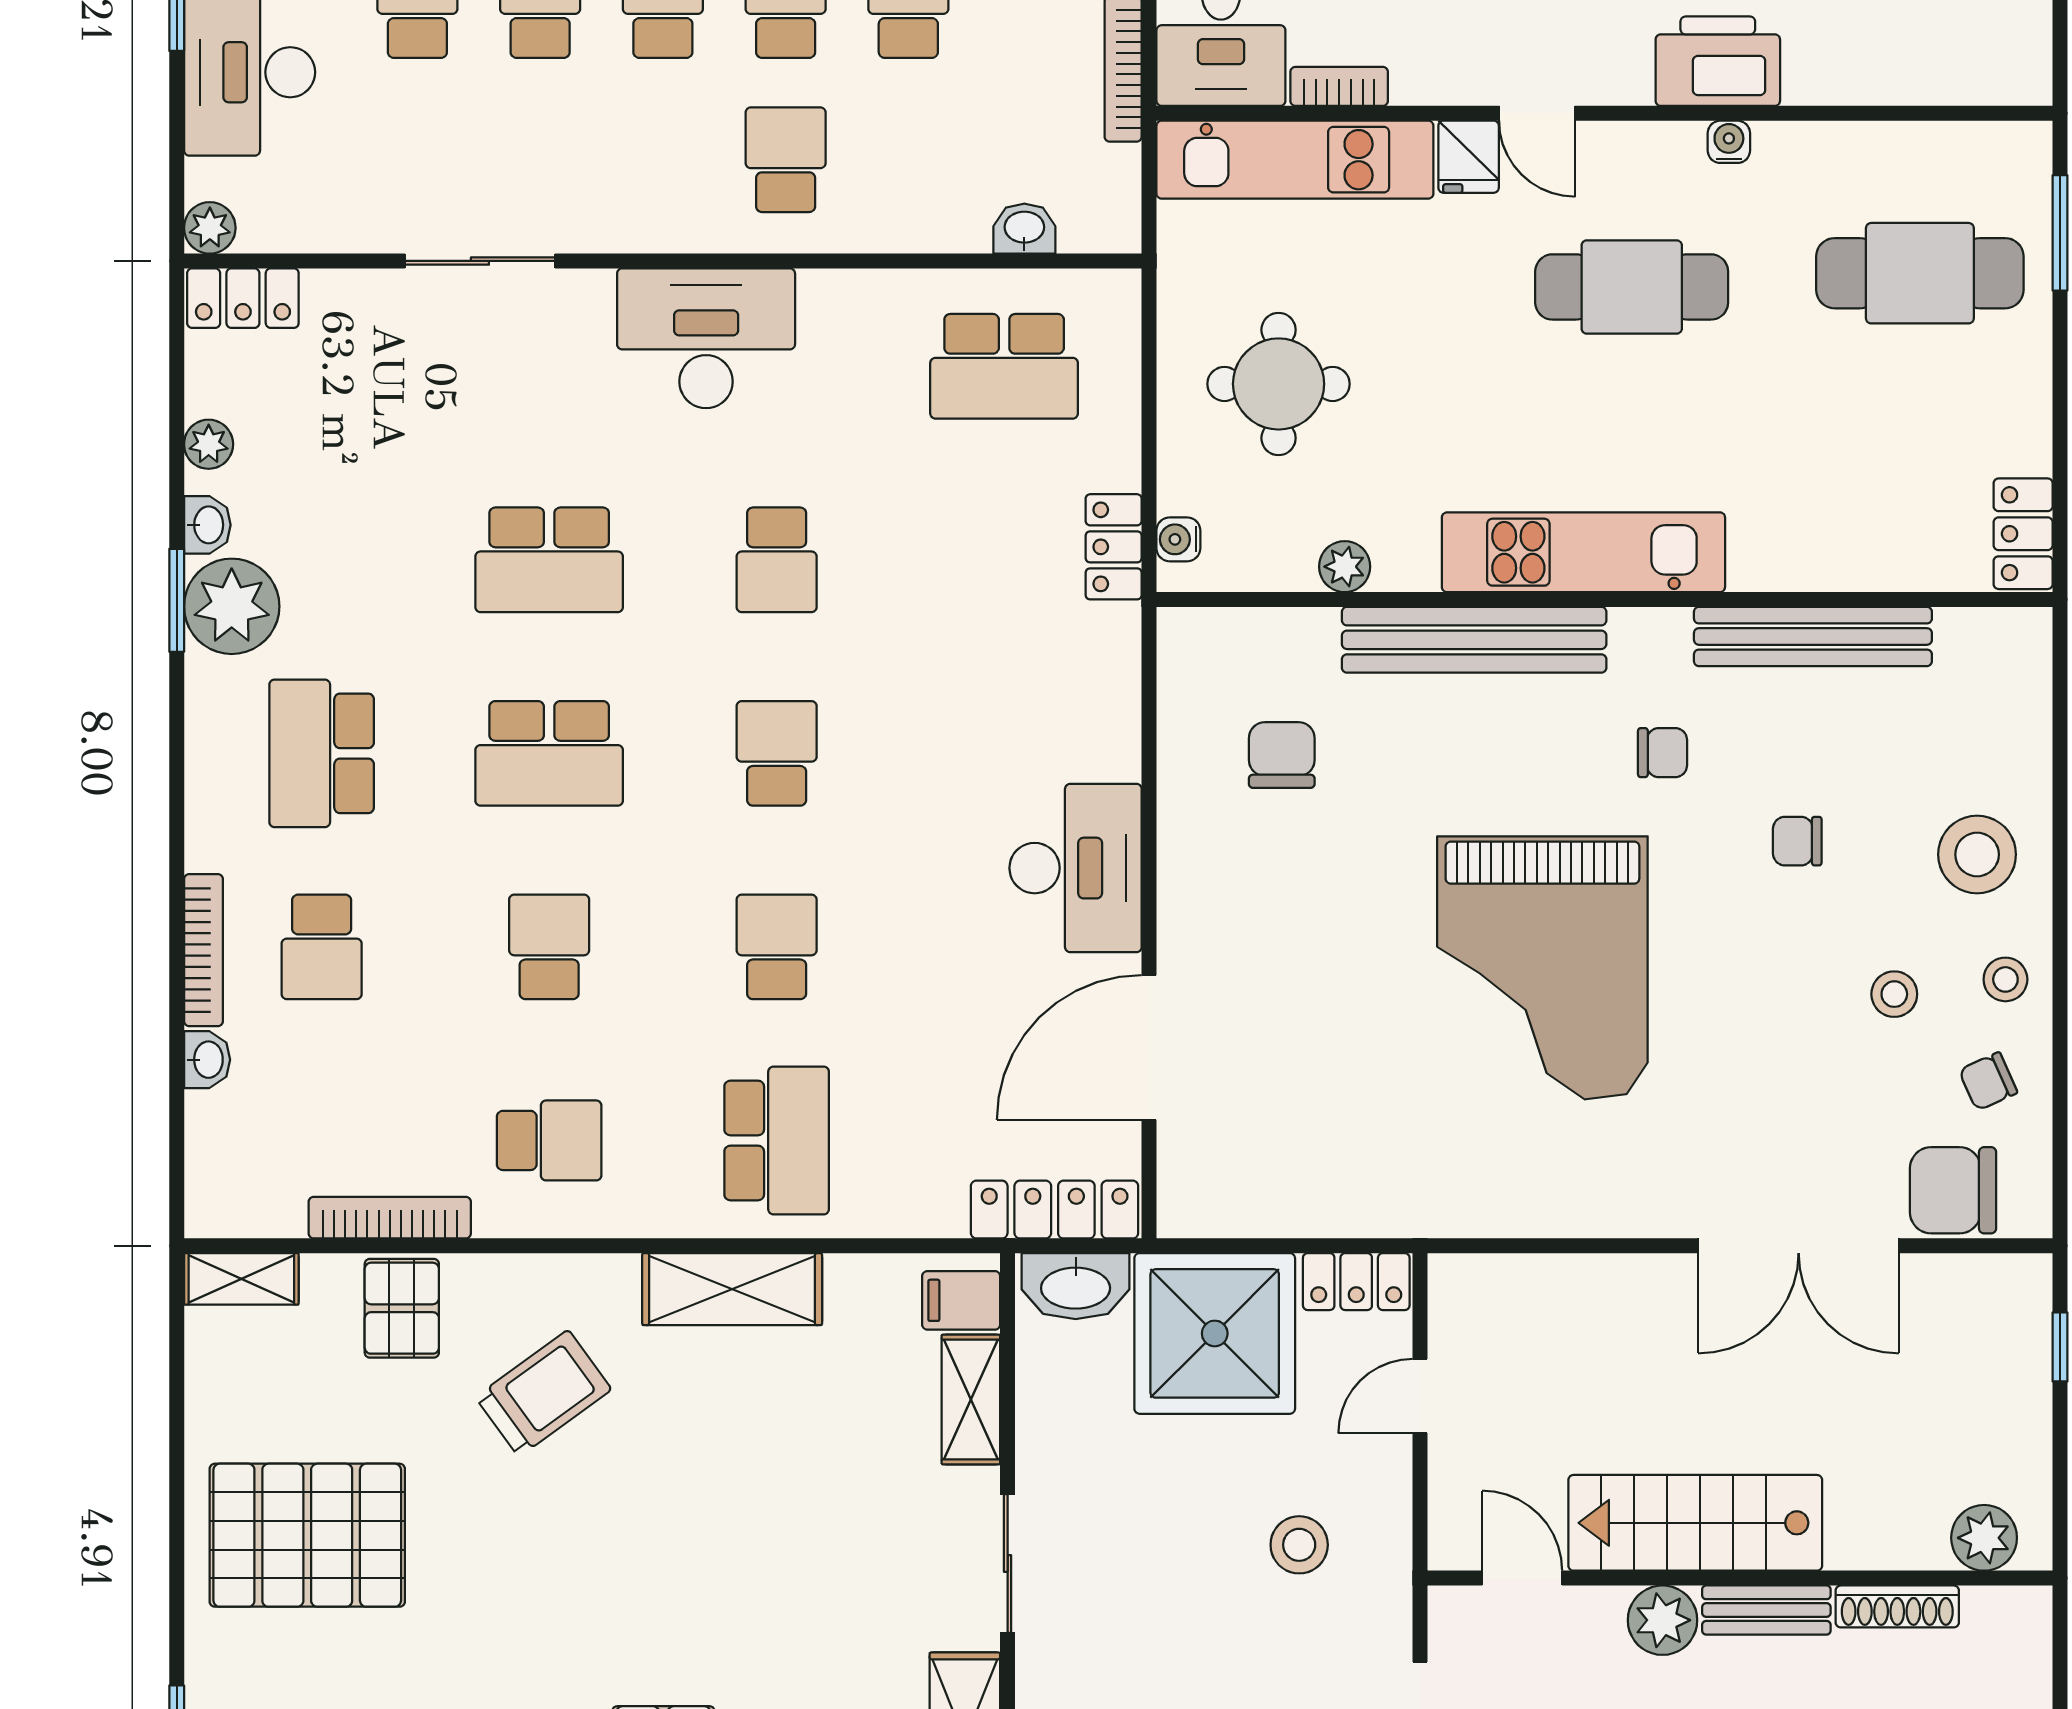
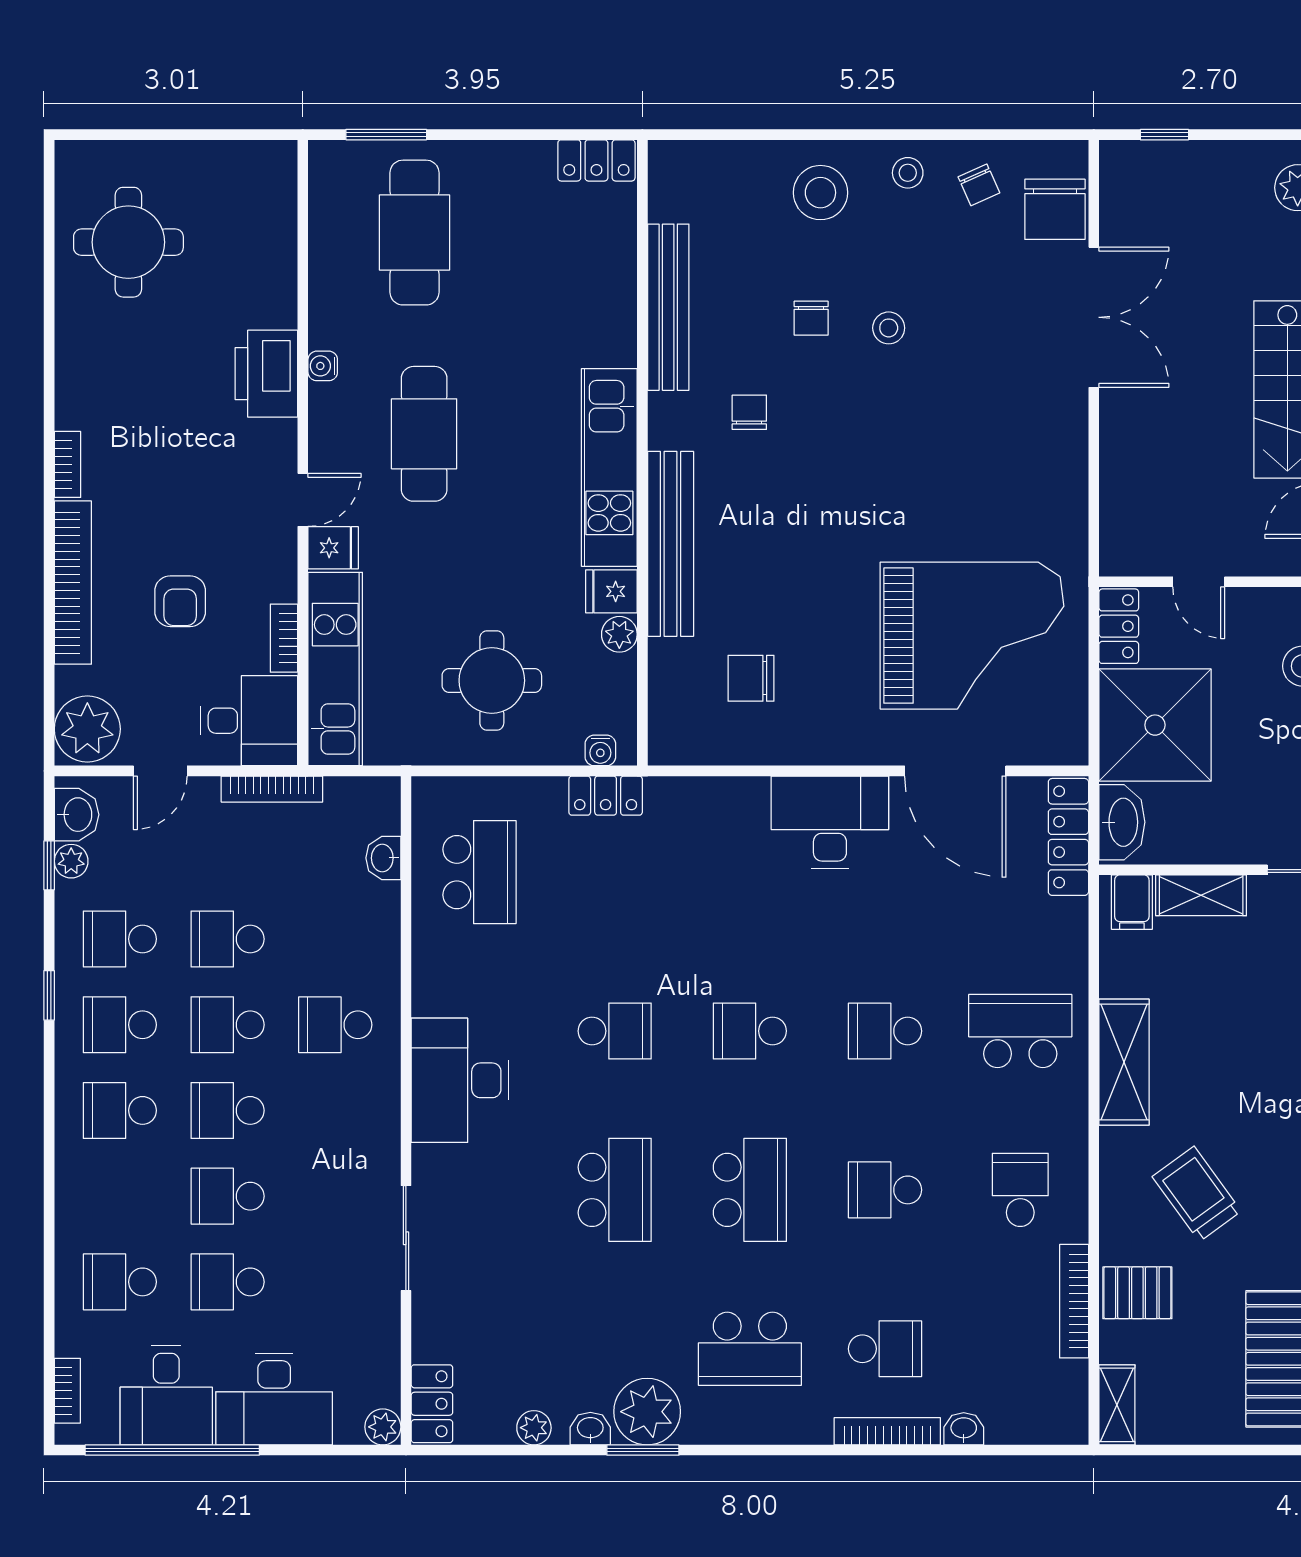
fridge: (1406, 555) -> (611, 591), added
grand piano: (1542, 968) -> (972, 636), moved
stool: (1894, 994) -> (889, 328), moved

